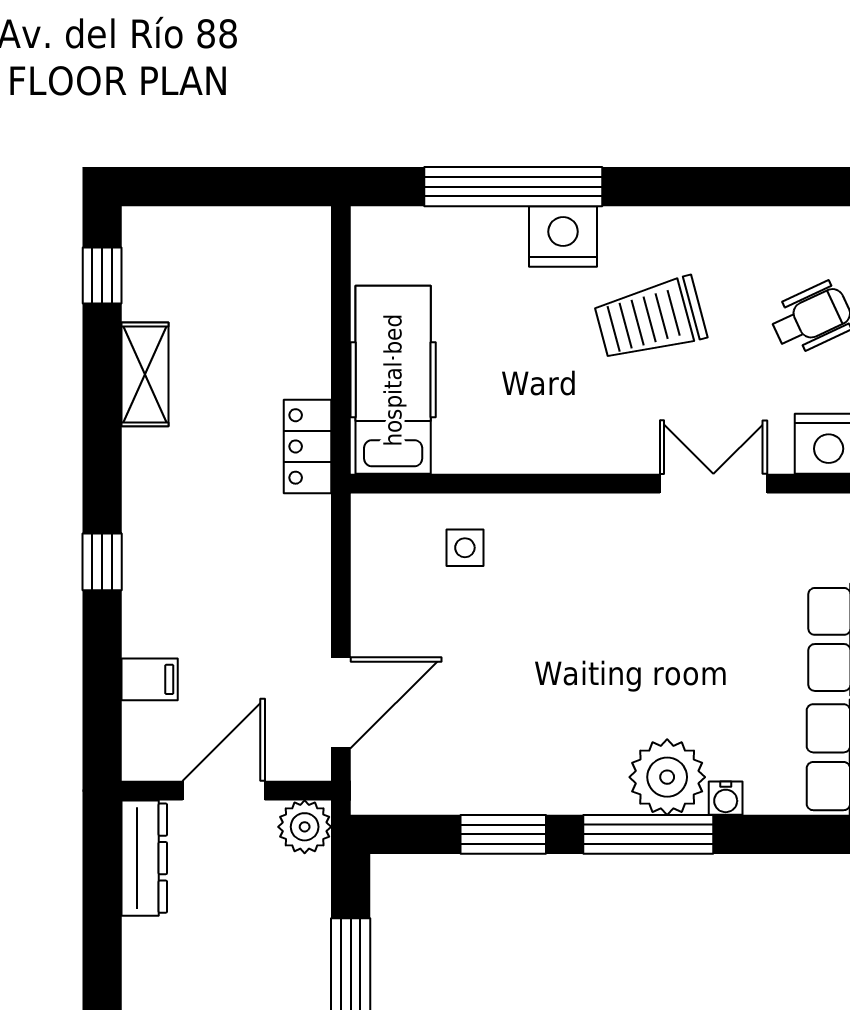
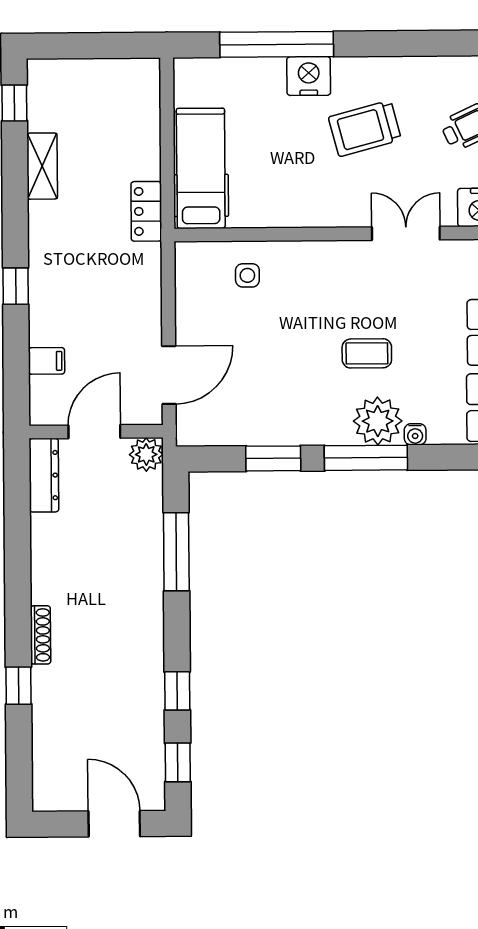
coffee table: (651, 671) -> (367, 353), added

